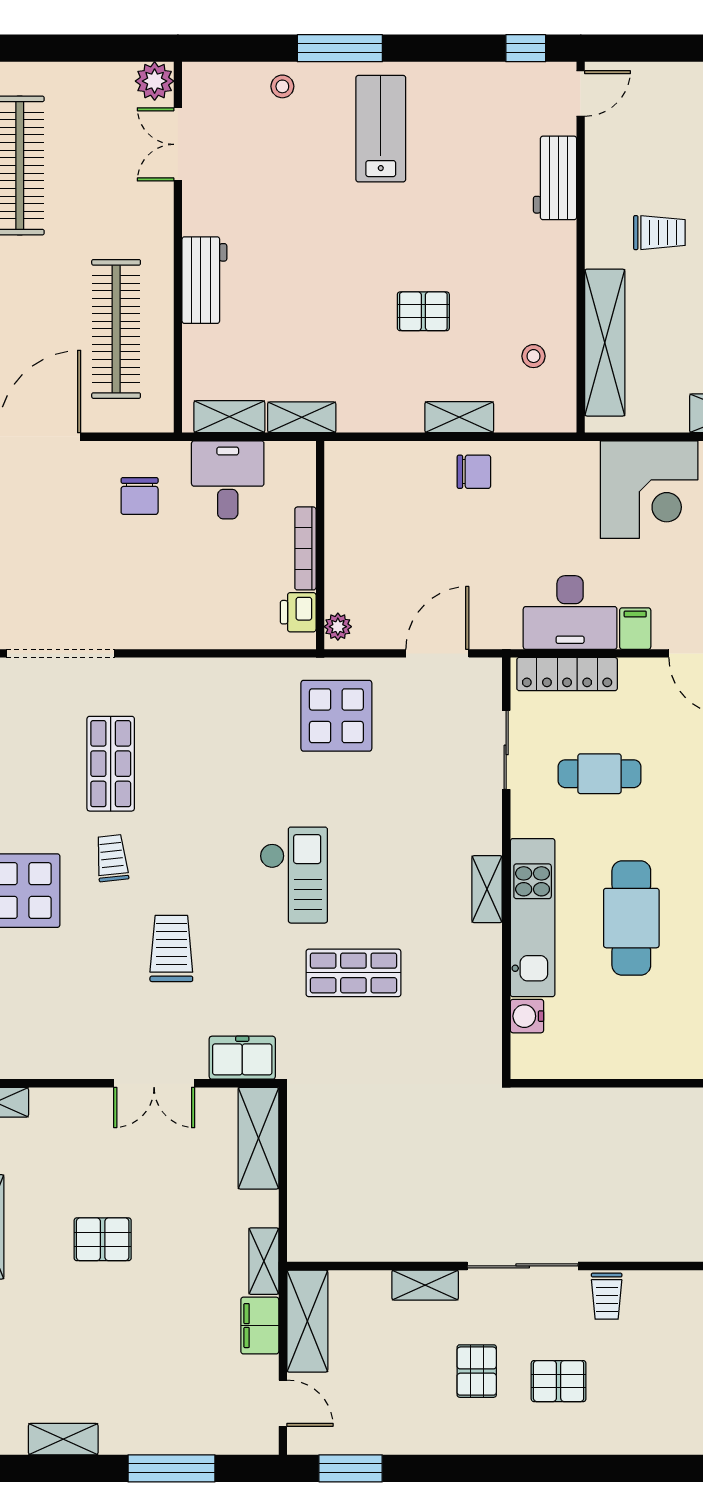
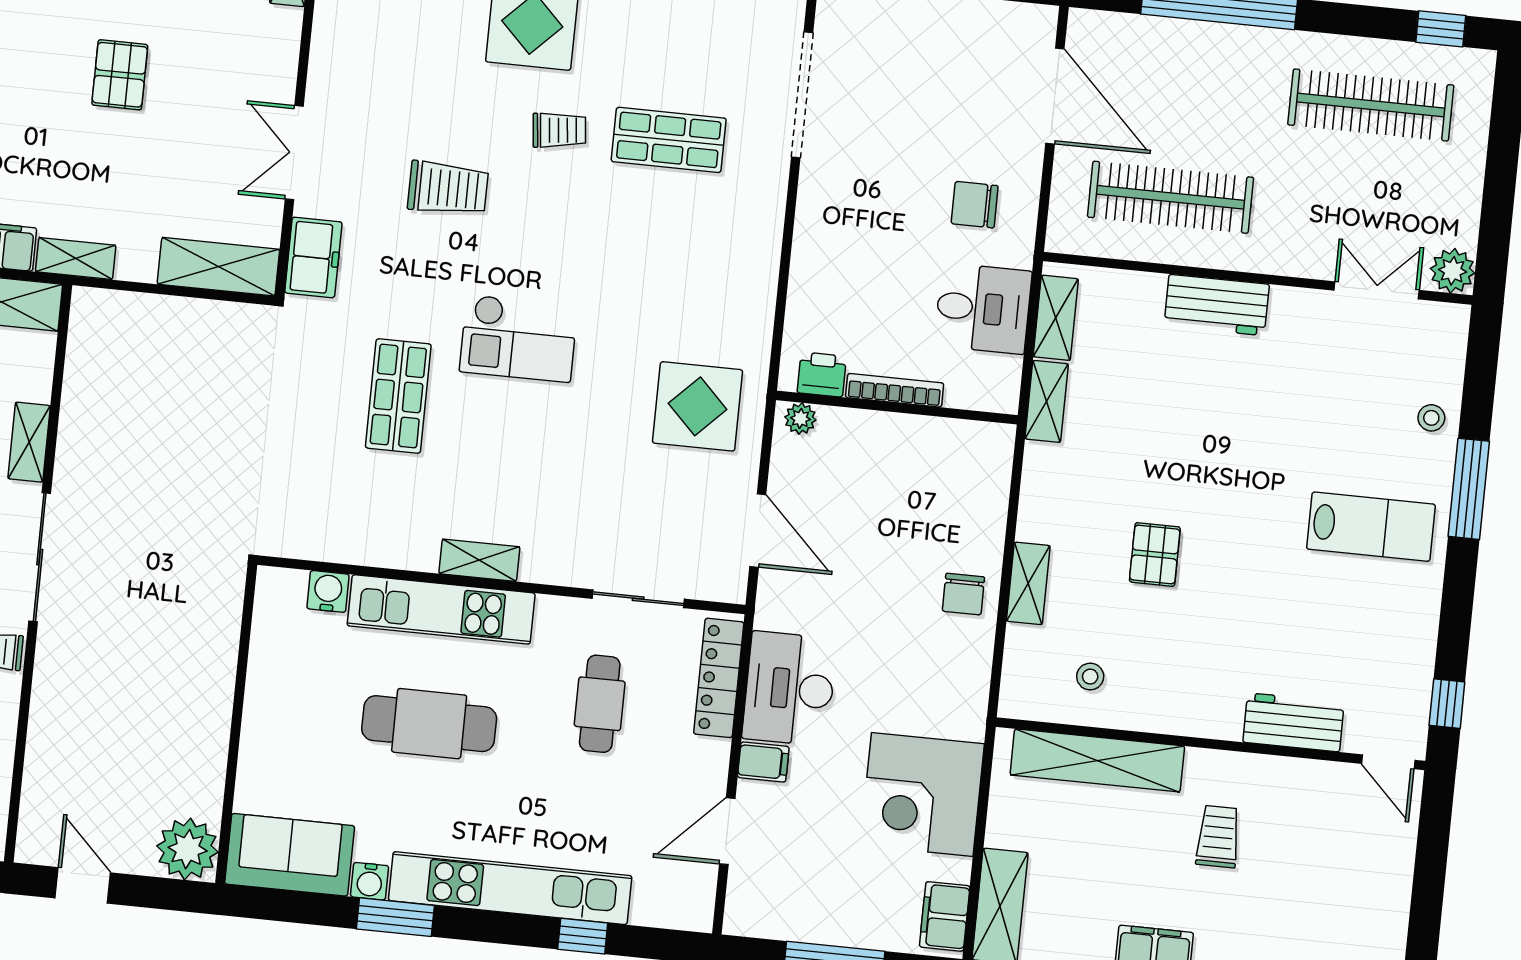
trolley: (659, 233) -> (1218, 837), turned 180

